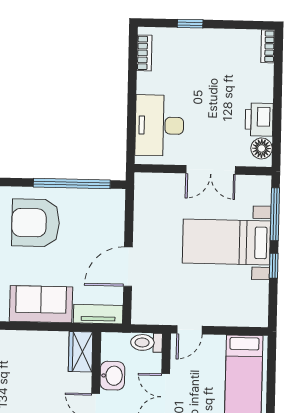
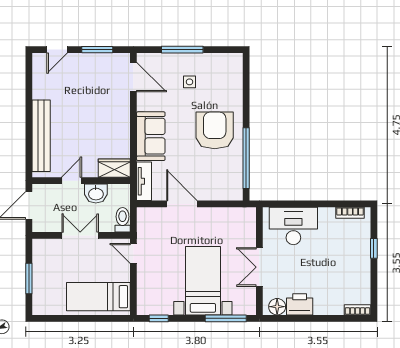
window: (274, 266) -> (159, 318), moved

